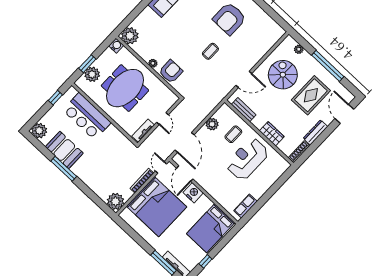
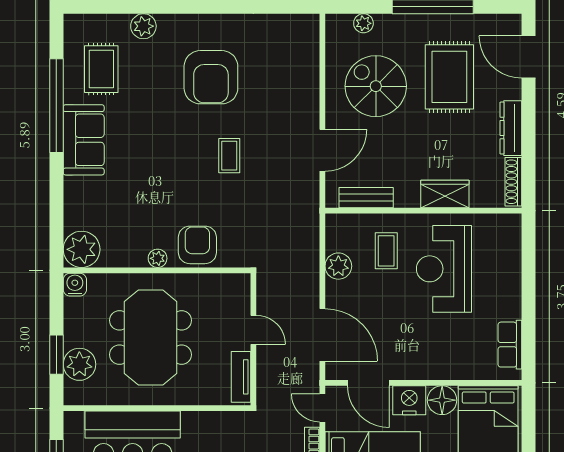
floor lamp: (204, 203) -> (442, 400), added

